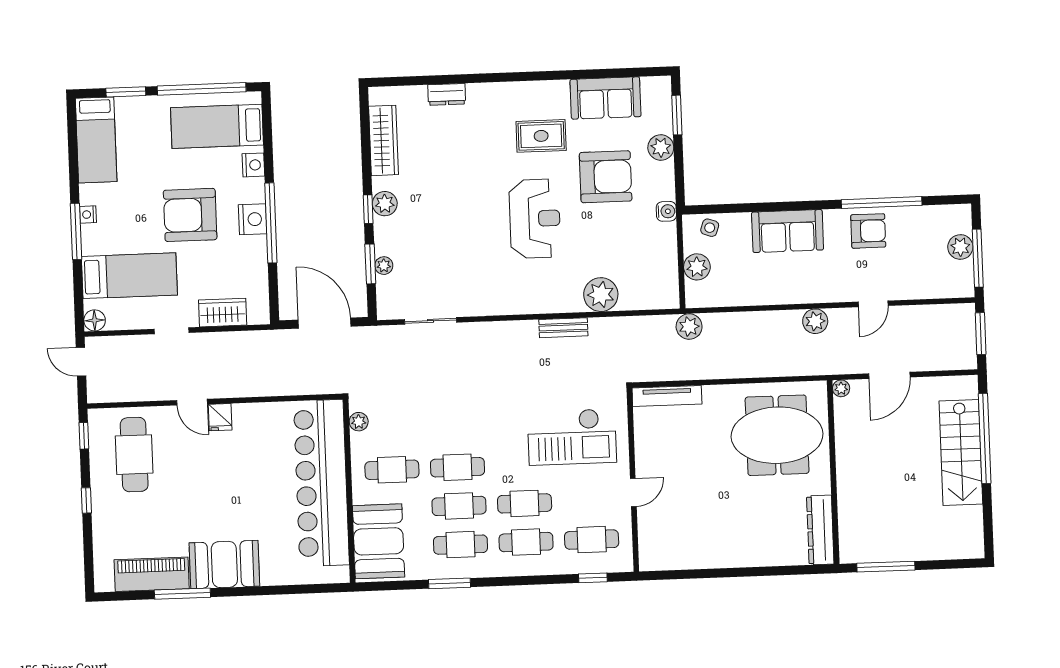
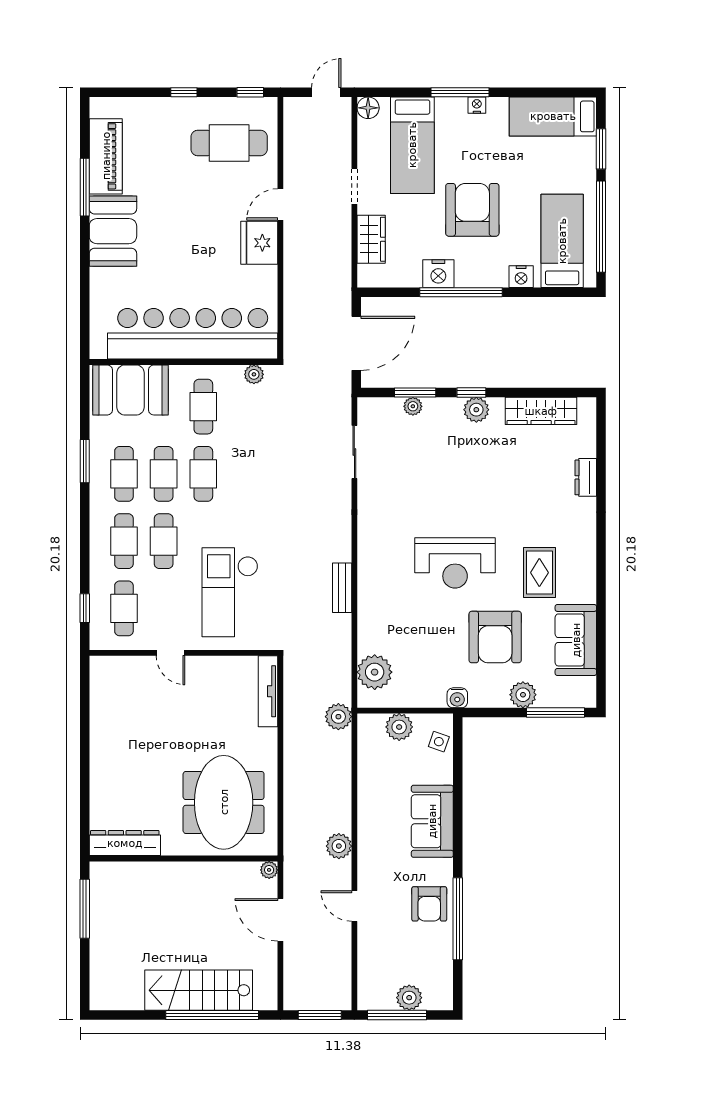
window: (677, 115) -> (556, 713), width x1.44
nightstand: (253, 219) -> (438, 274), moved
plant: (601, 295) -> (375, 672), moved
fridge: (220, 417) -> (259, 243), width x1.88, depth x1.34

